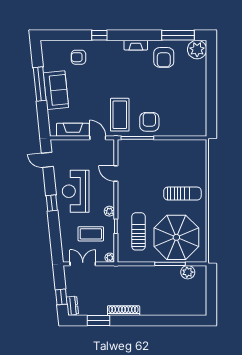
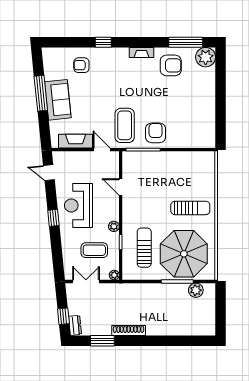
armchair: (164, 57) -> (171, 65), turned -90

